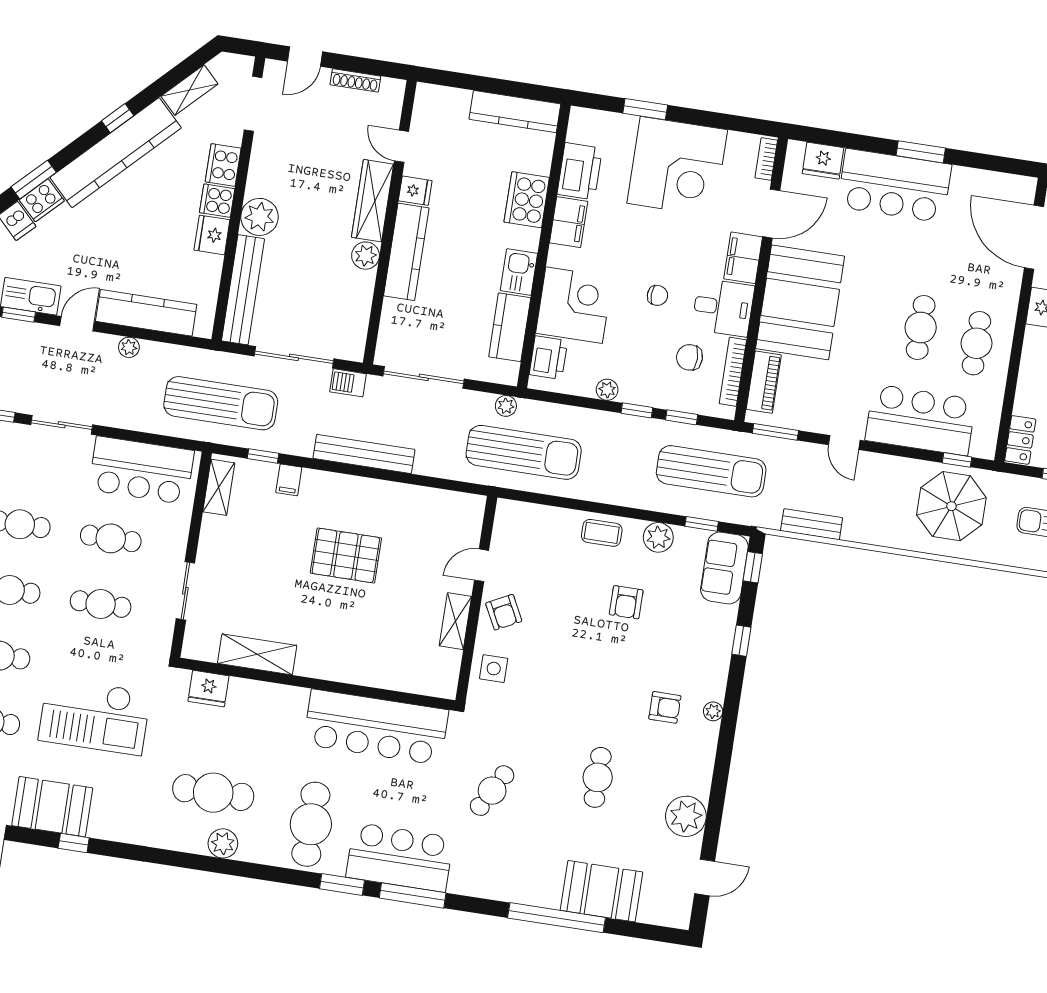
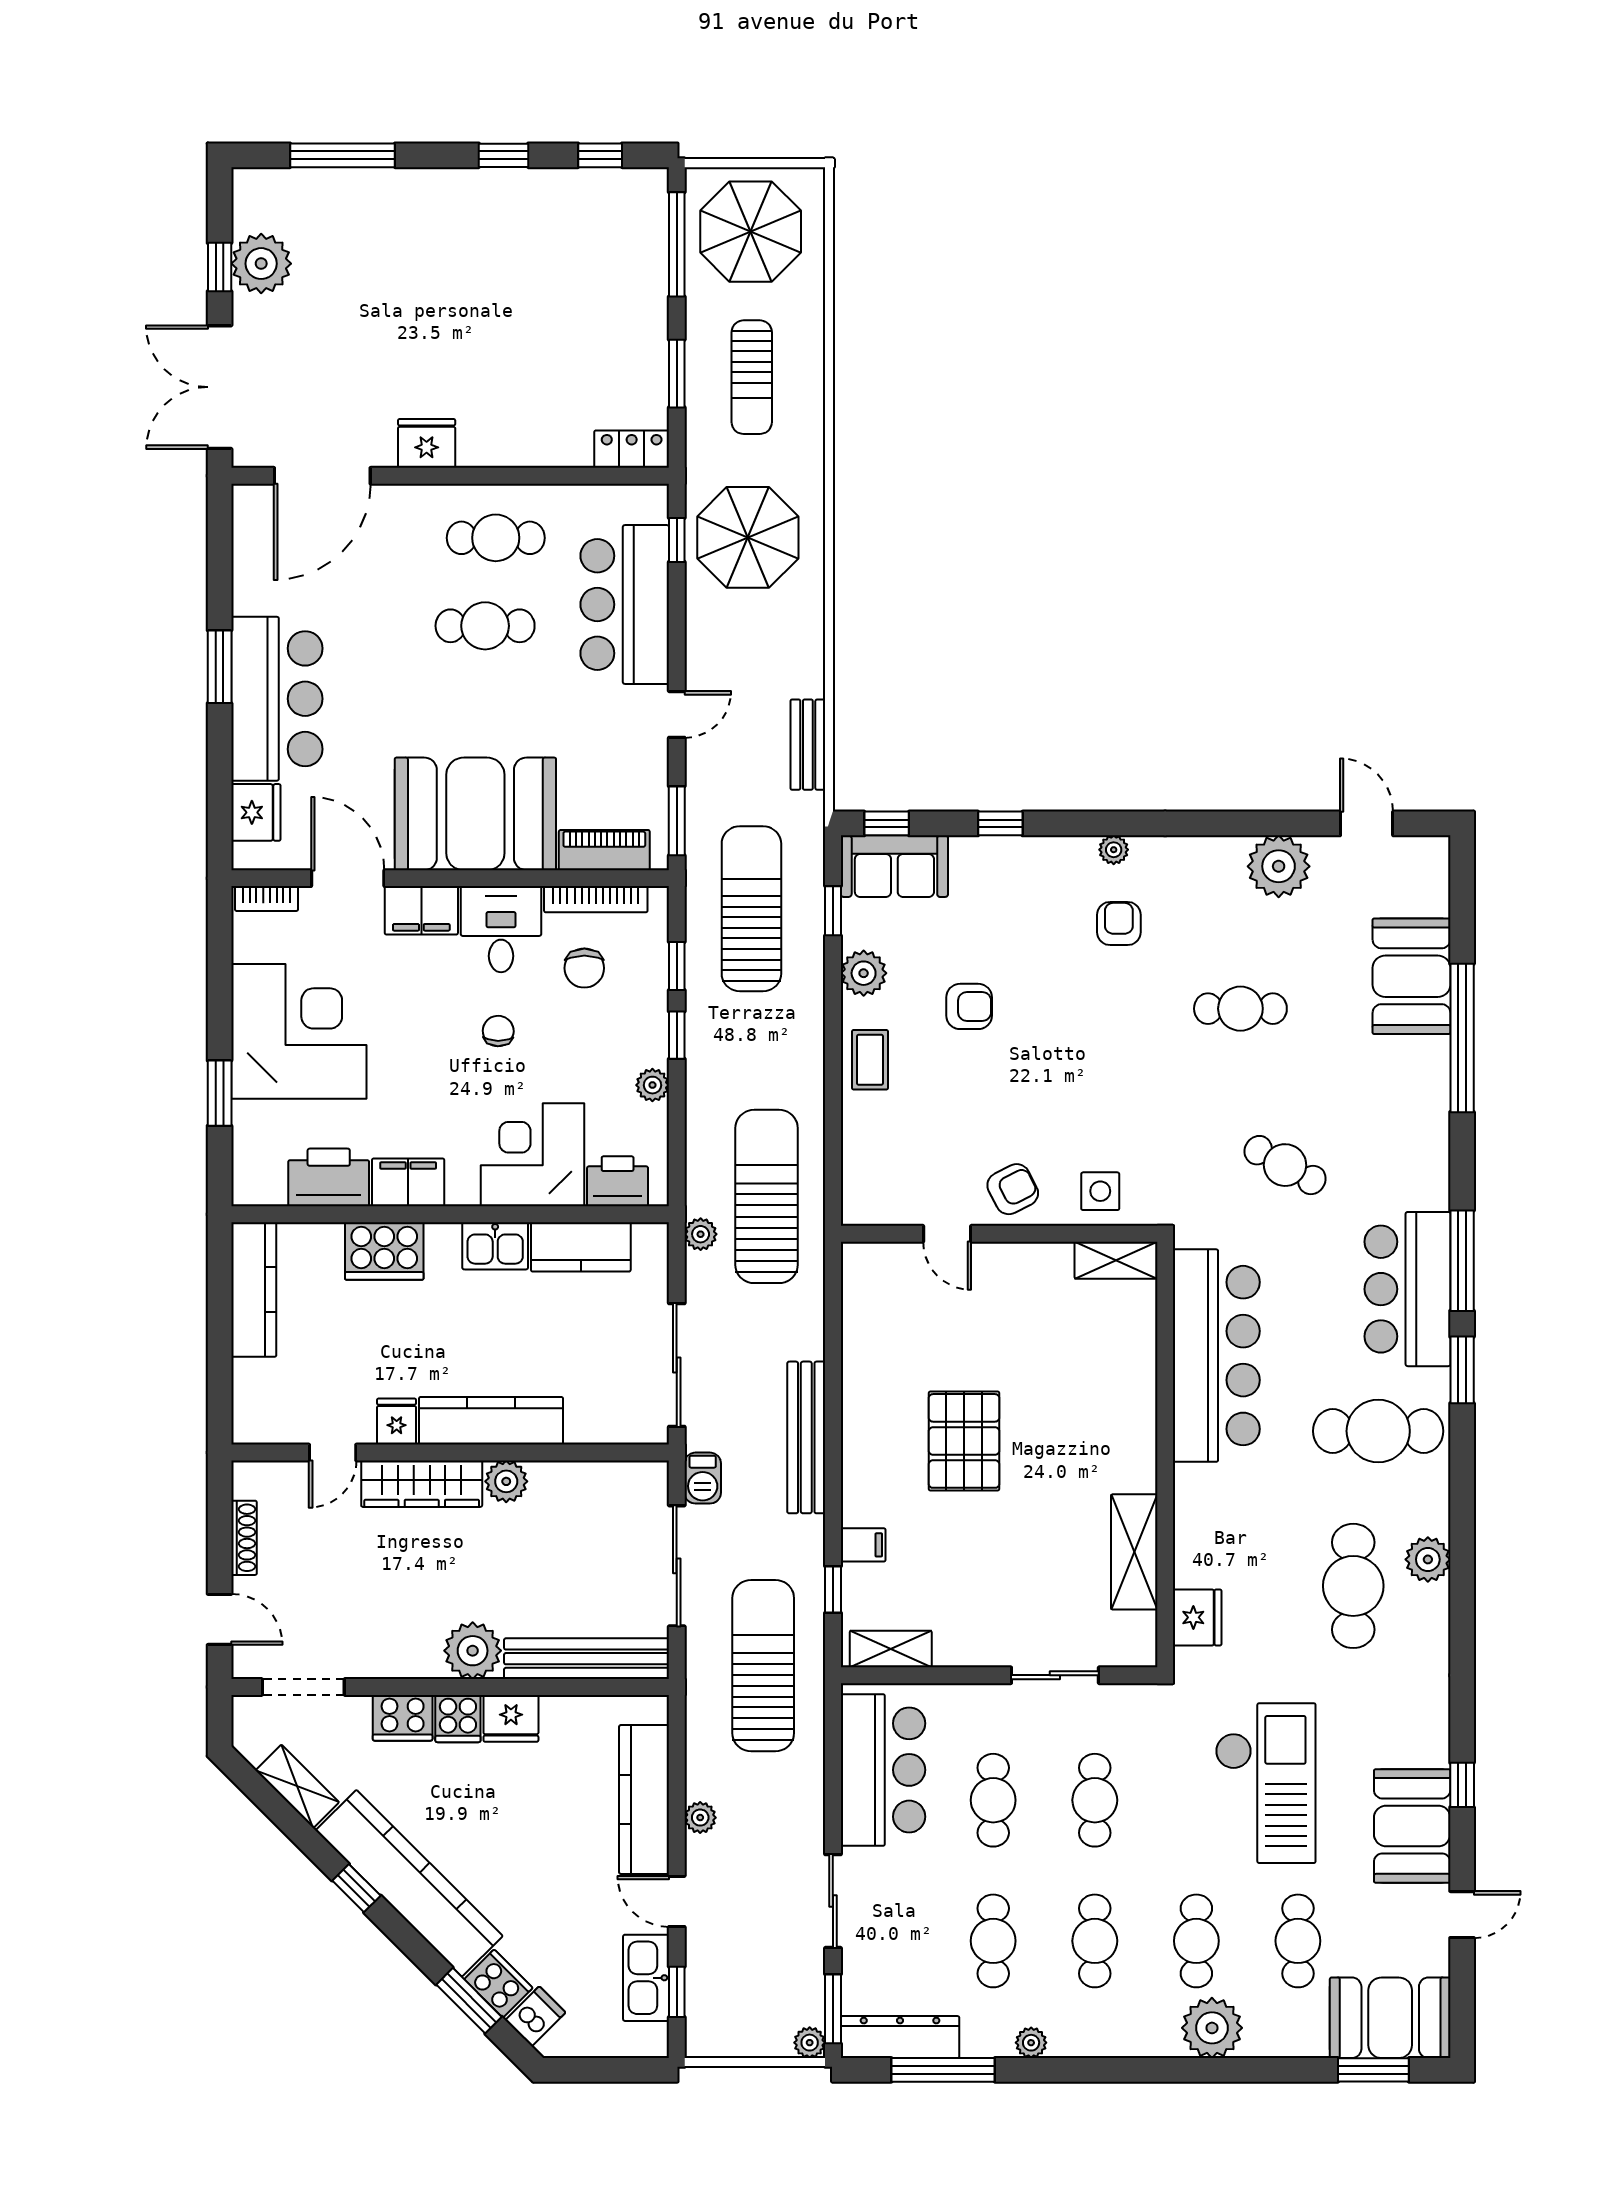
shelving: (455, 621) -> (1116, 1260), moved

